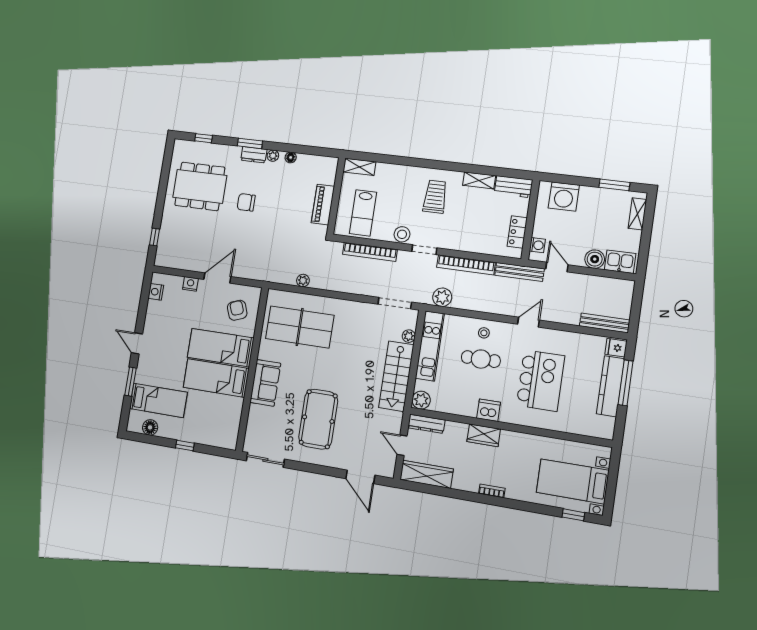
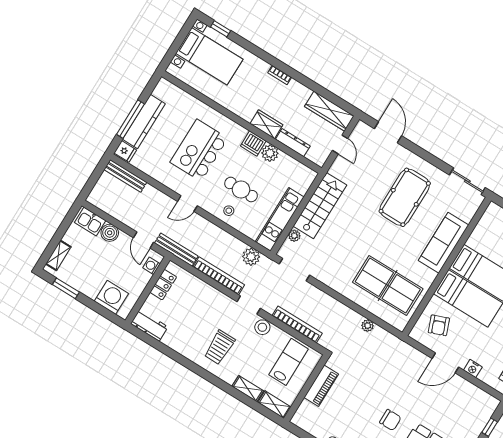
shelving: (479, 180) -> (248, 389), moved
sofa: (265, 383) -> (443, 243), width x1.36
plant: (421, 400) -> (270, 153), moved
dresser: (426, 424) -> (293, 143), moved

